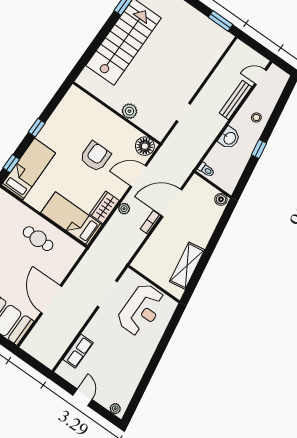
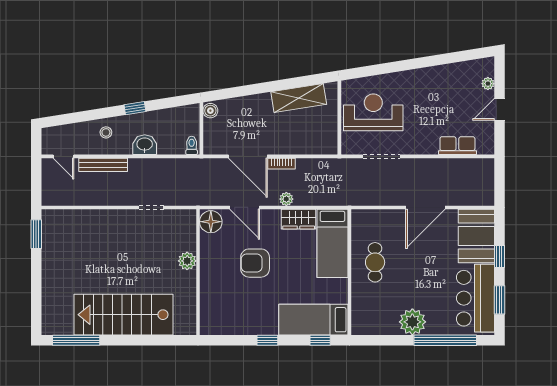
plant: (115, 409) -> (488, 84), moved

